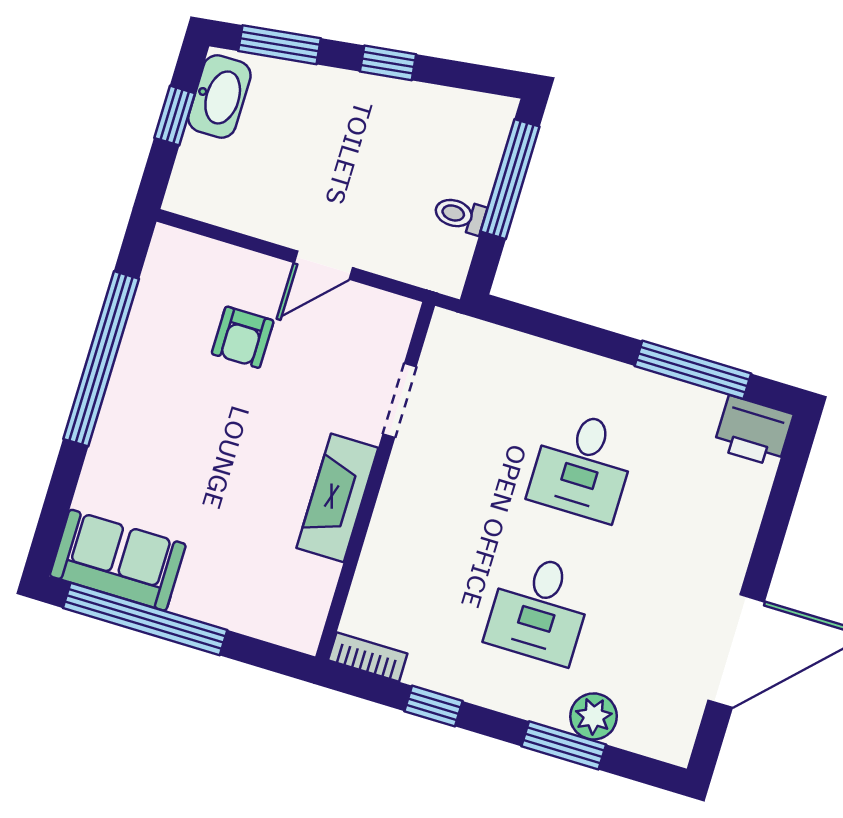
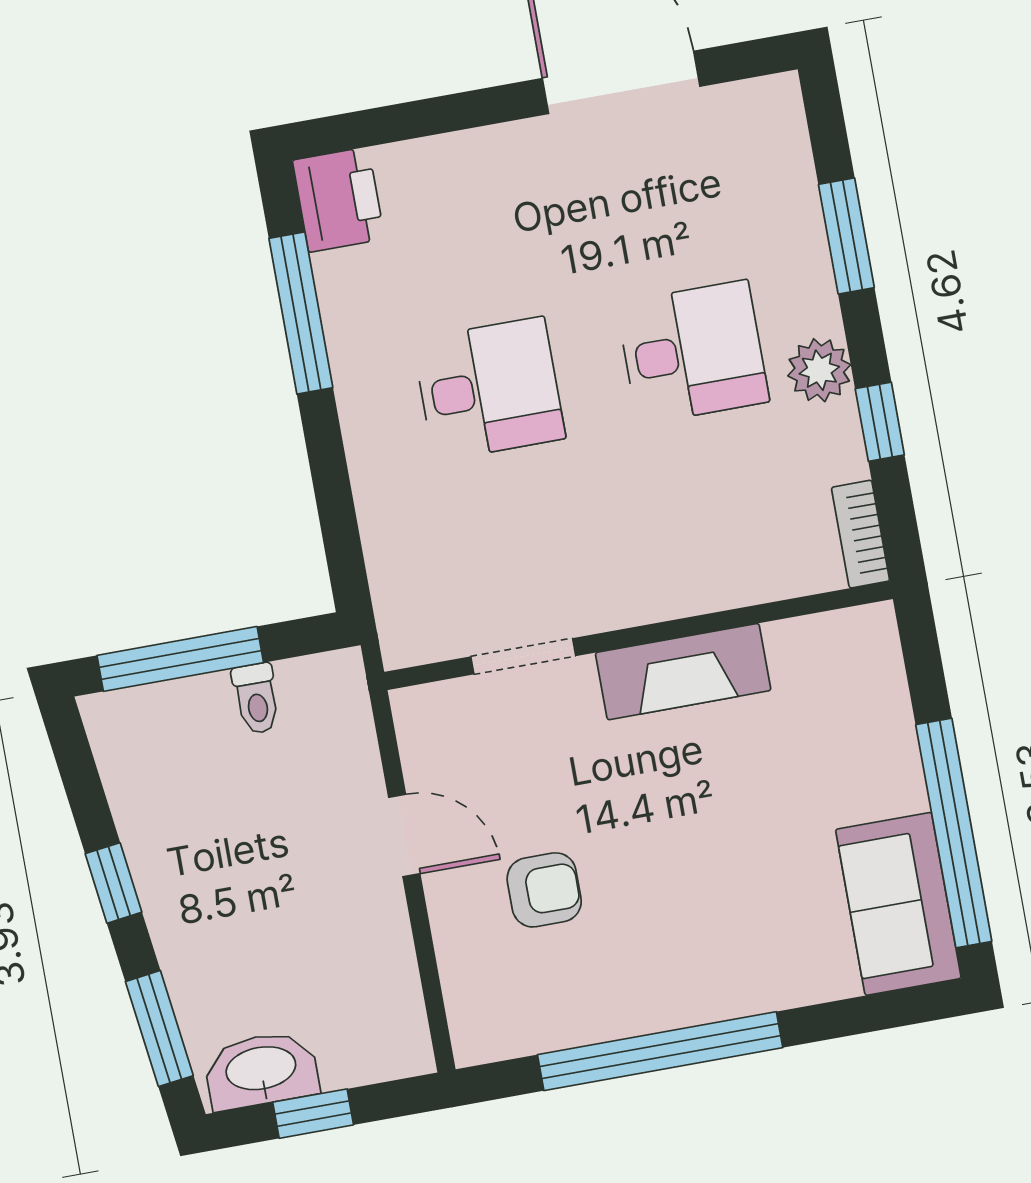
plant: (594, 716) -> (819, 370), moved

